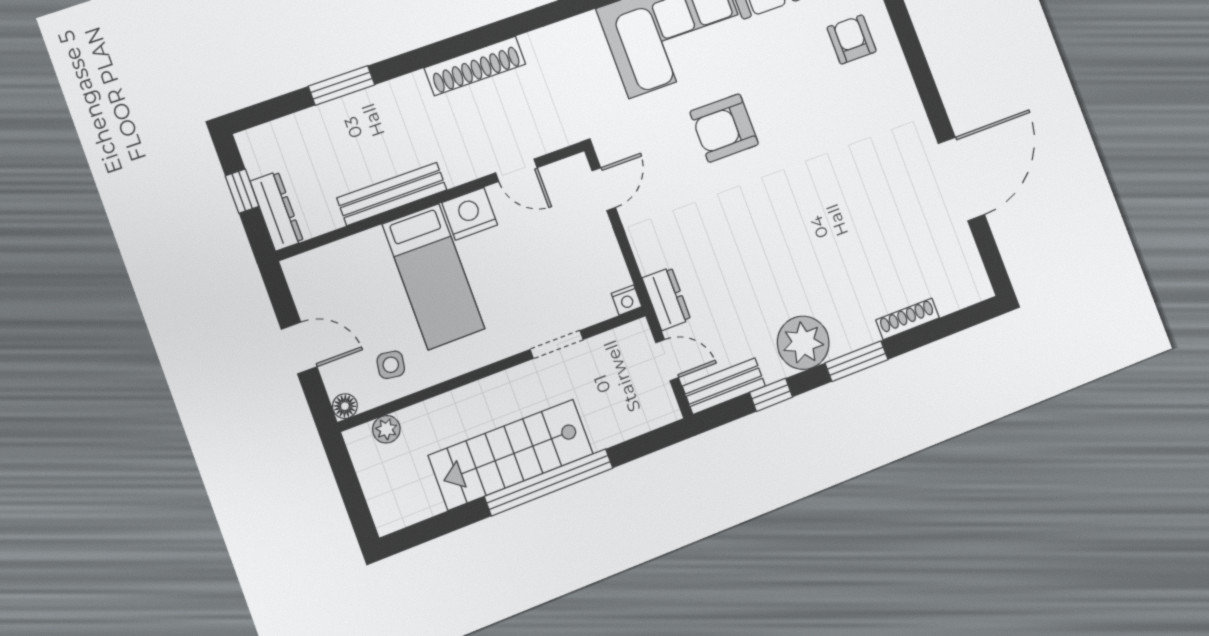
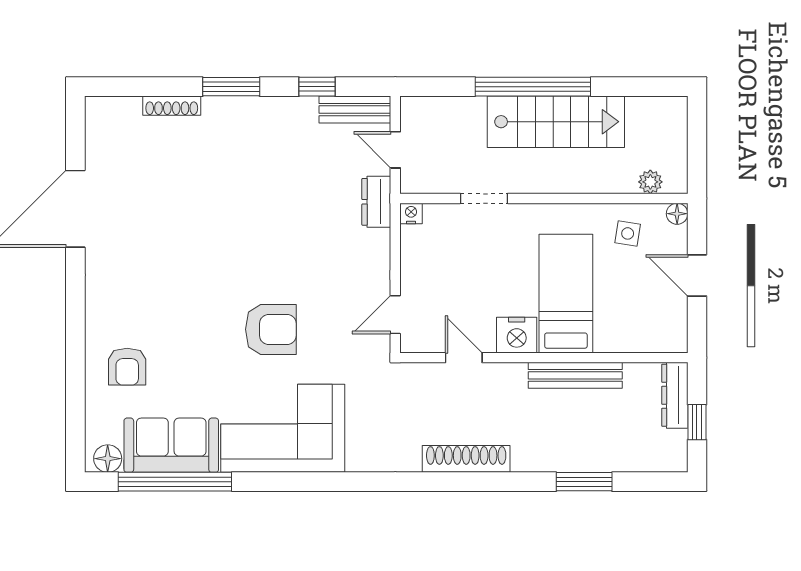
plant: (803, 343) -> (272, 120), removed

